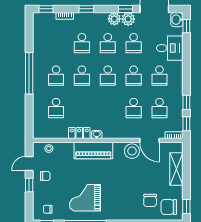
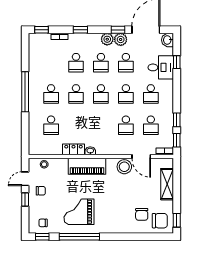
window: (186, 26) -> (177, 62), moved
chair: (169, 207) -> (160, 221), turned 180

